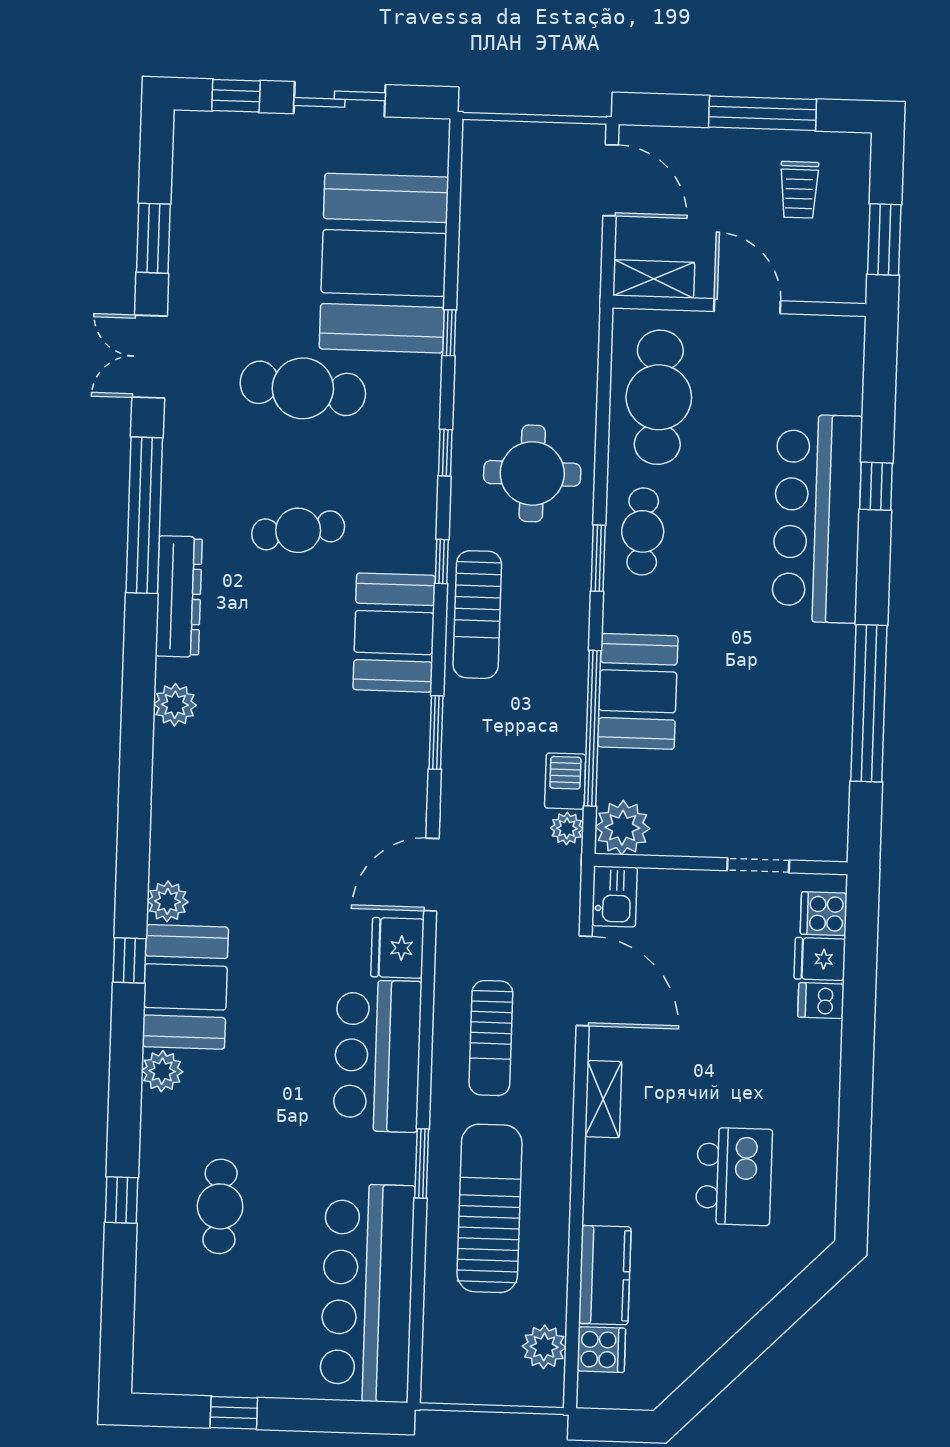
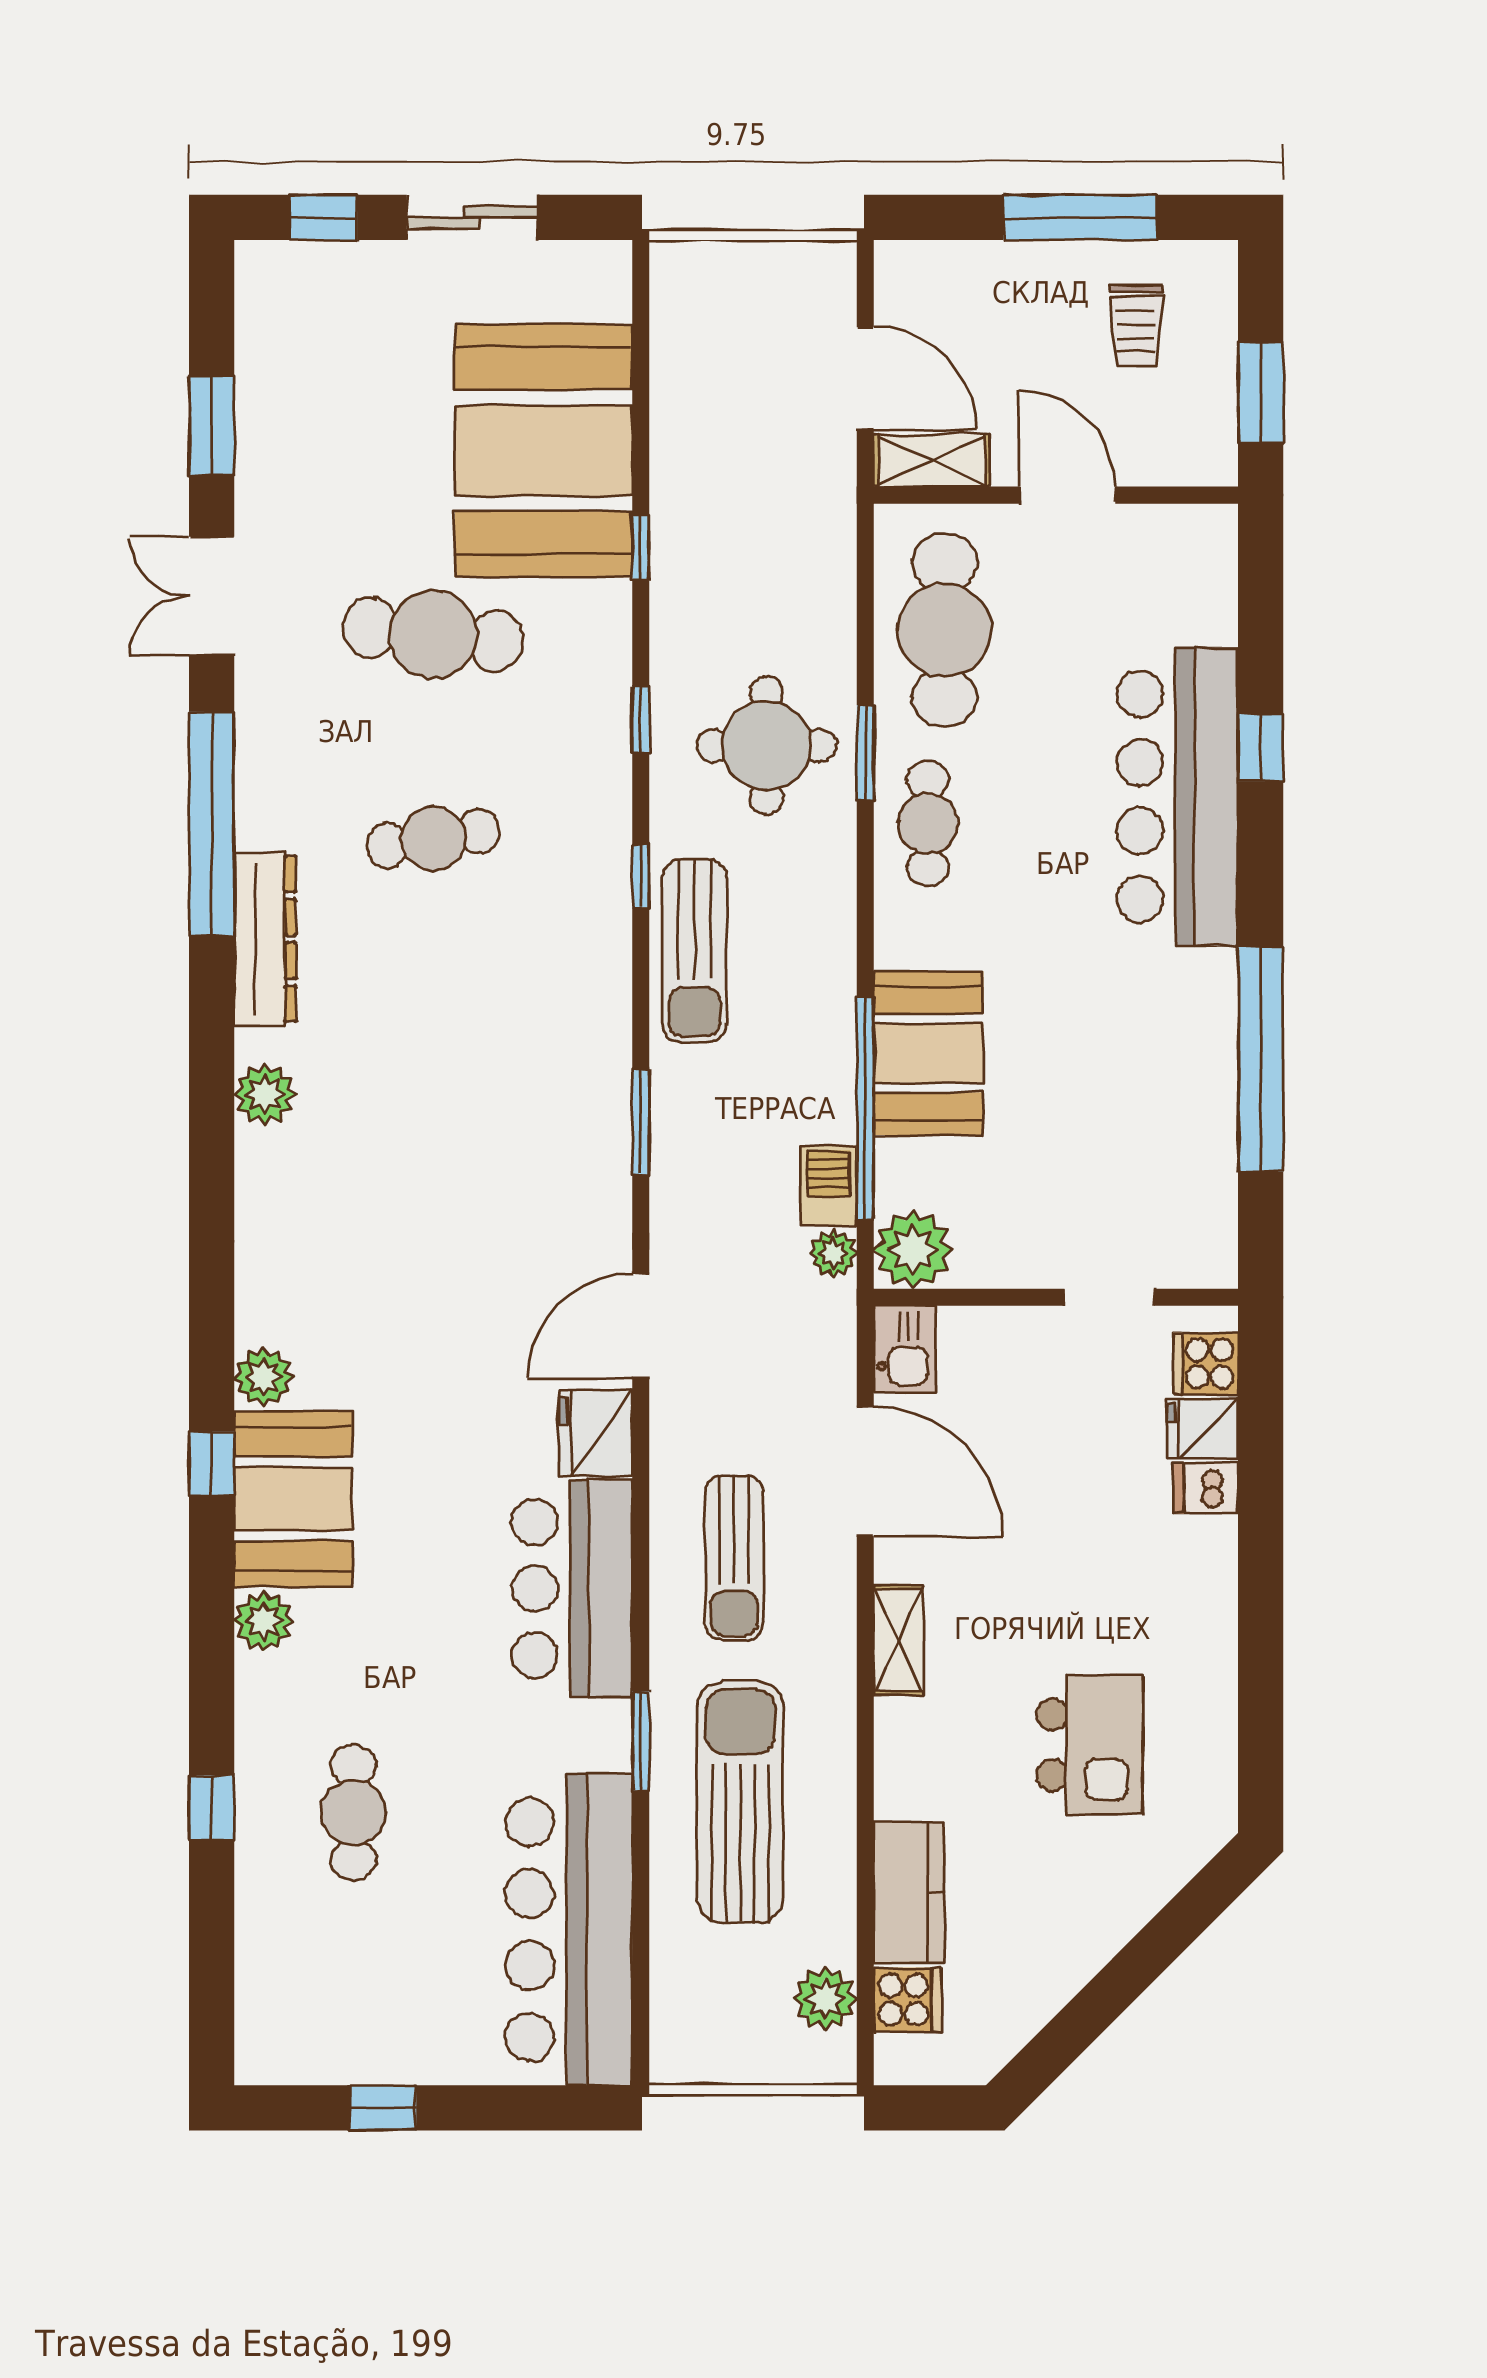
door: (611, 180) -> (865, 379), moved
window: (598, 558) -> (865, 753), moved
booth: (394, 633) -> (576, 980), removed

